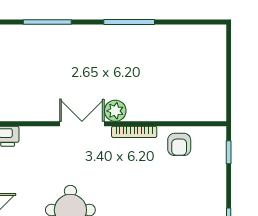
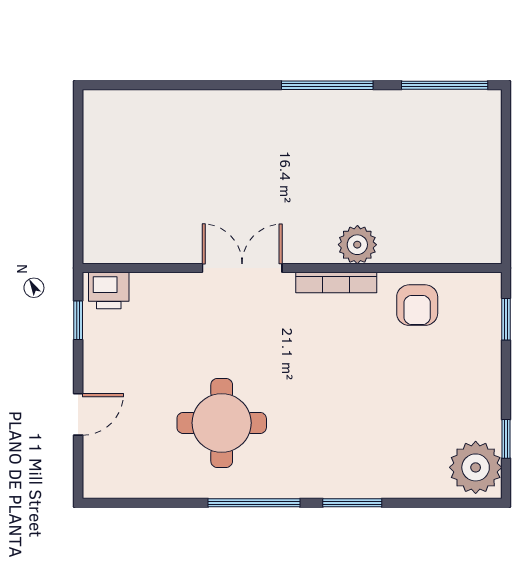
window: (47, 22) -> (445, 85), moved
plant: (115, 111) -> (357, 245), moved

